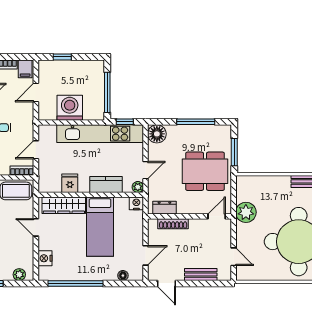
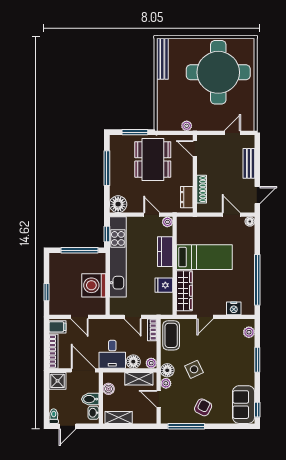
nightstand: (136, 203) -> (183, 223), removed
plant: (246, 212) -> (187, 126), width x0.53, depth x0.53
floor lamp: (123, 276) -> (250, 222), moved

